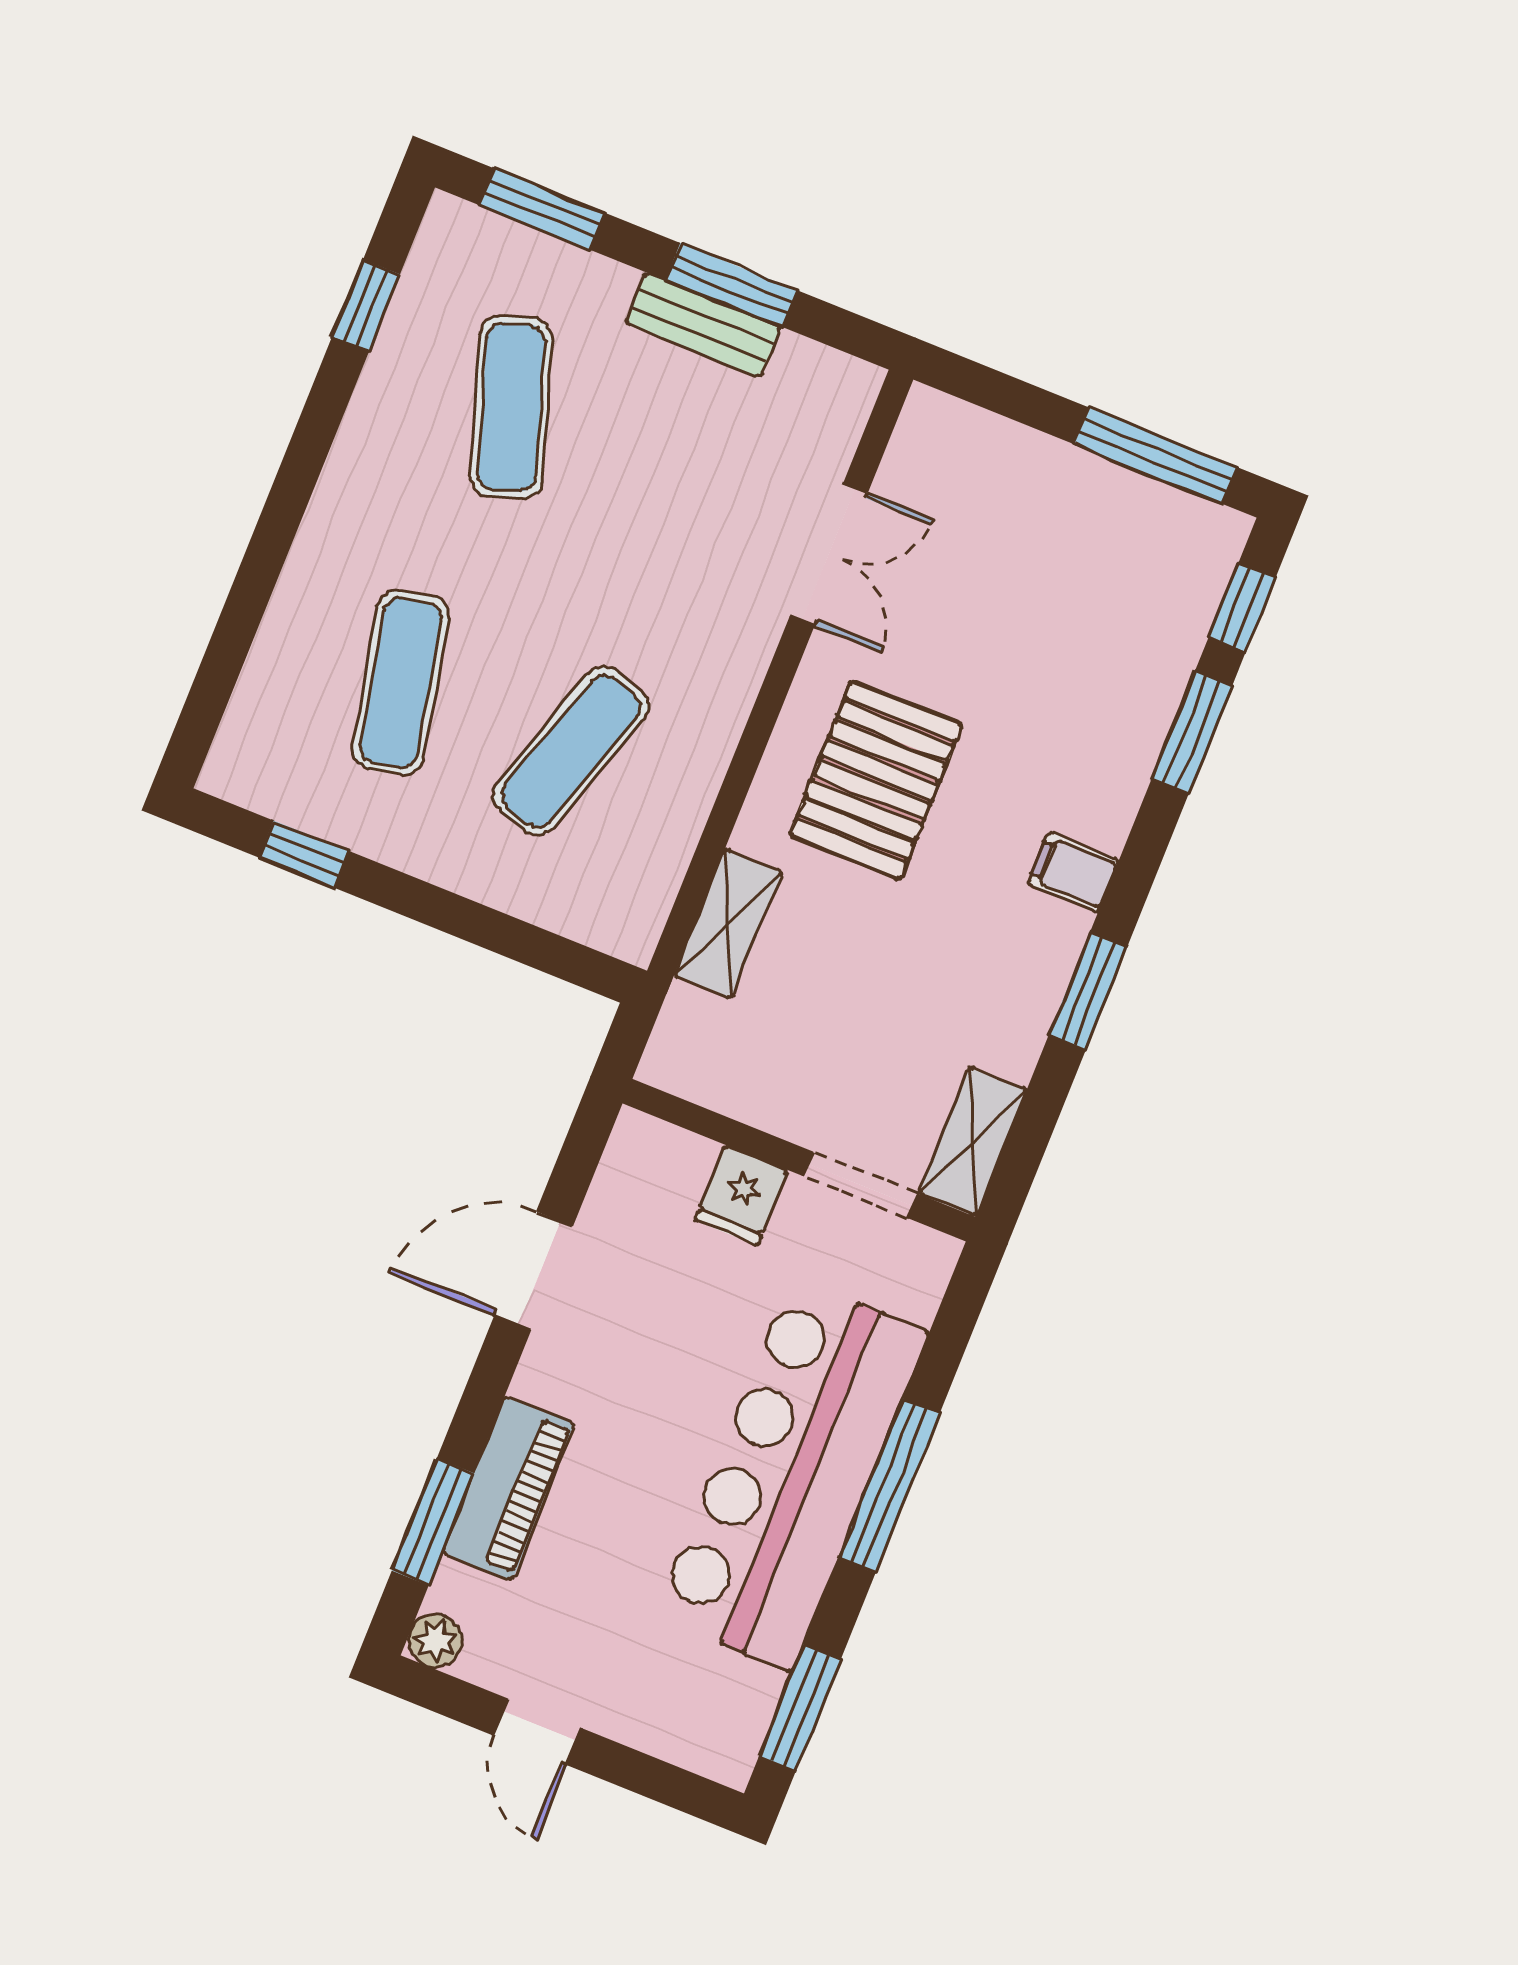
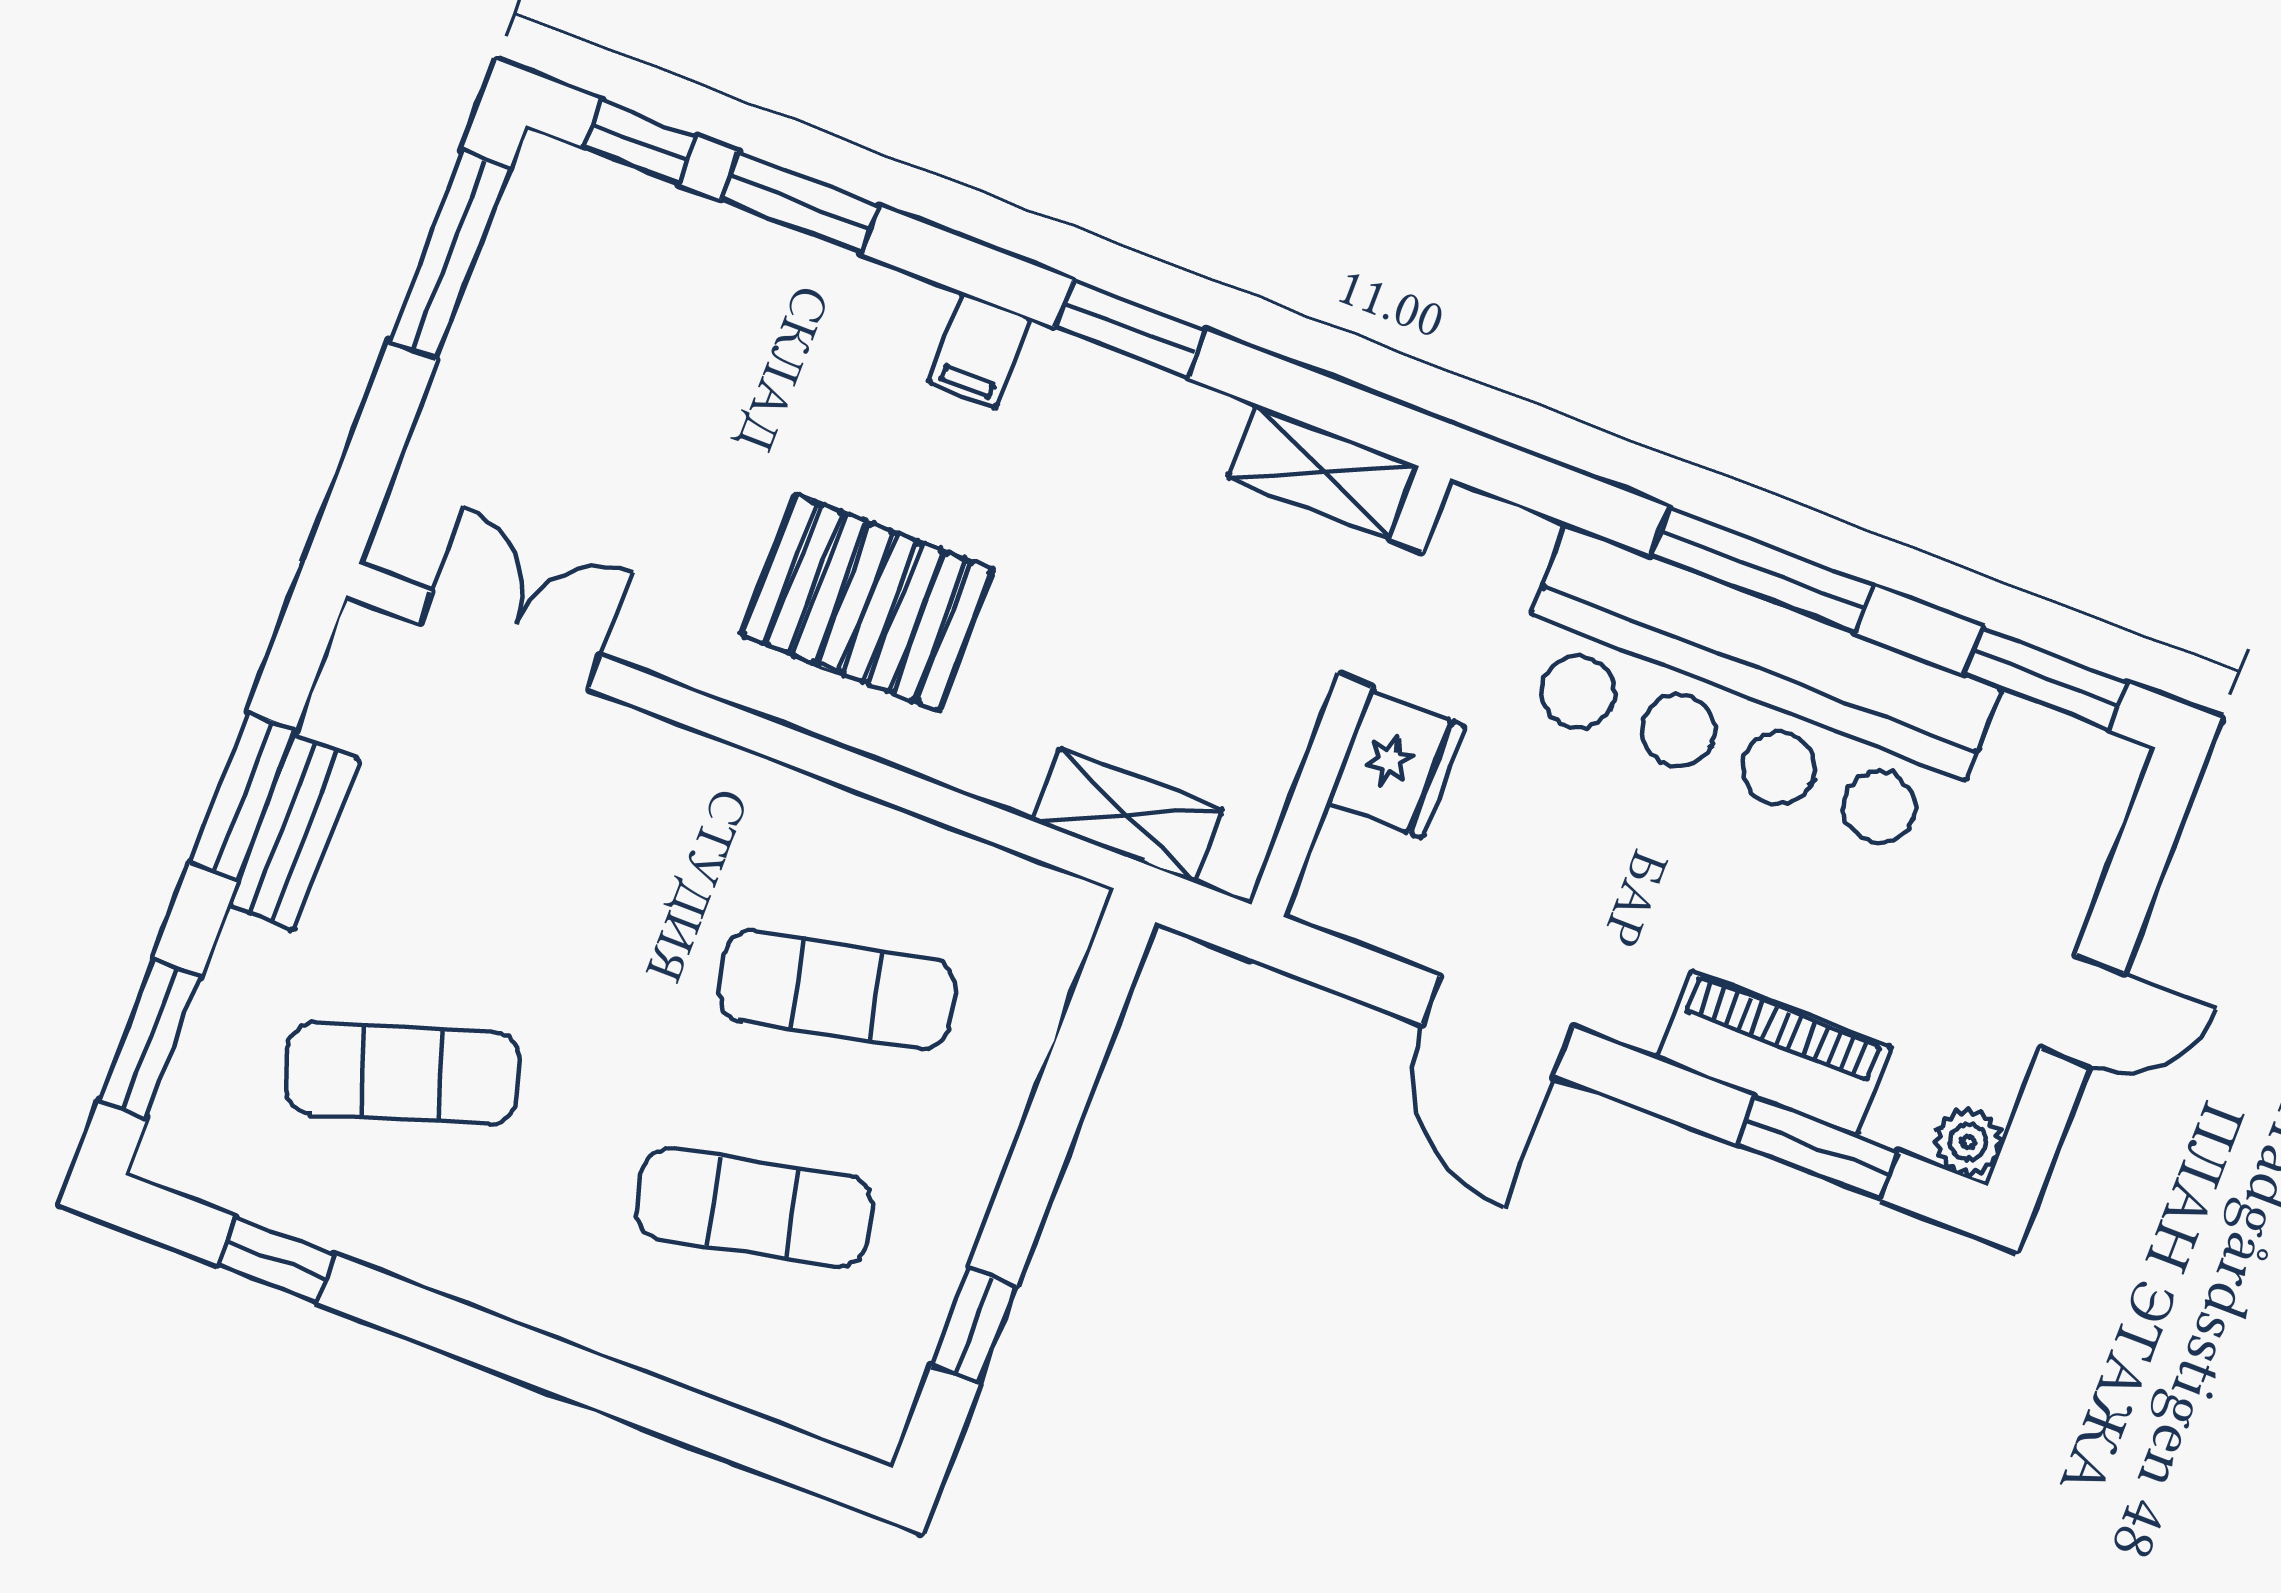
double door: (829, 554) -> (510, 640), moved
exercise mat: (571, 751) -> (837, 990), turned -30
shelving: (728, 924) -> (1127, 815), moved
fridge: (741, 1195) -> (1397, 764), width x1.38

